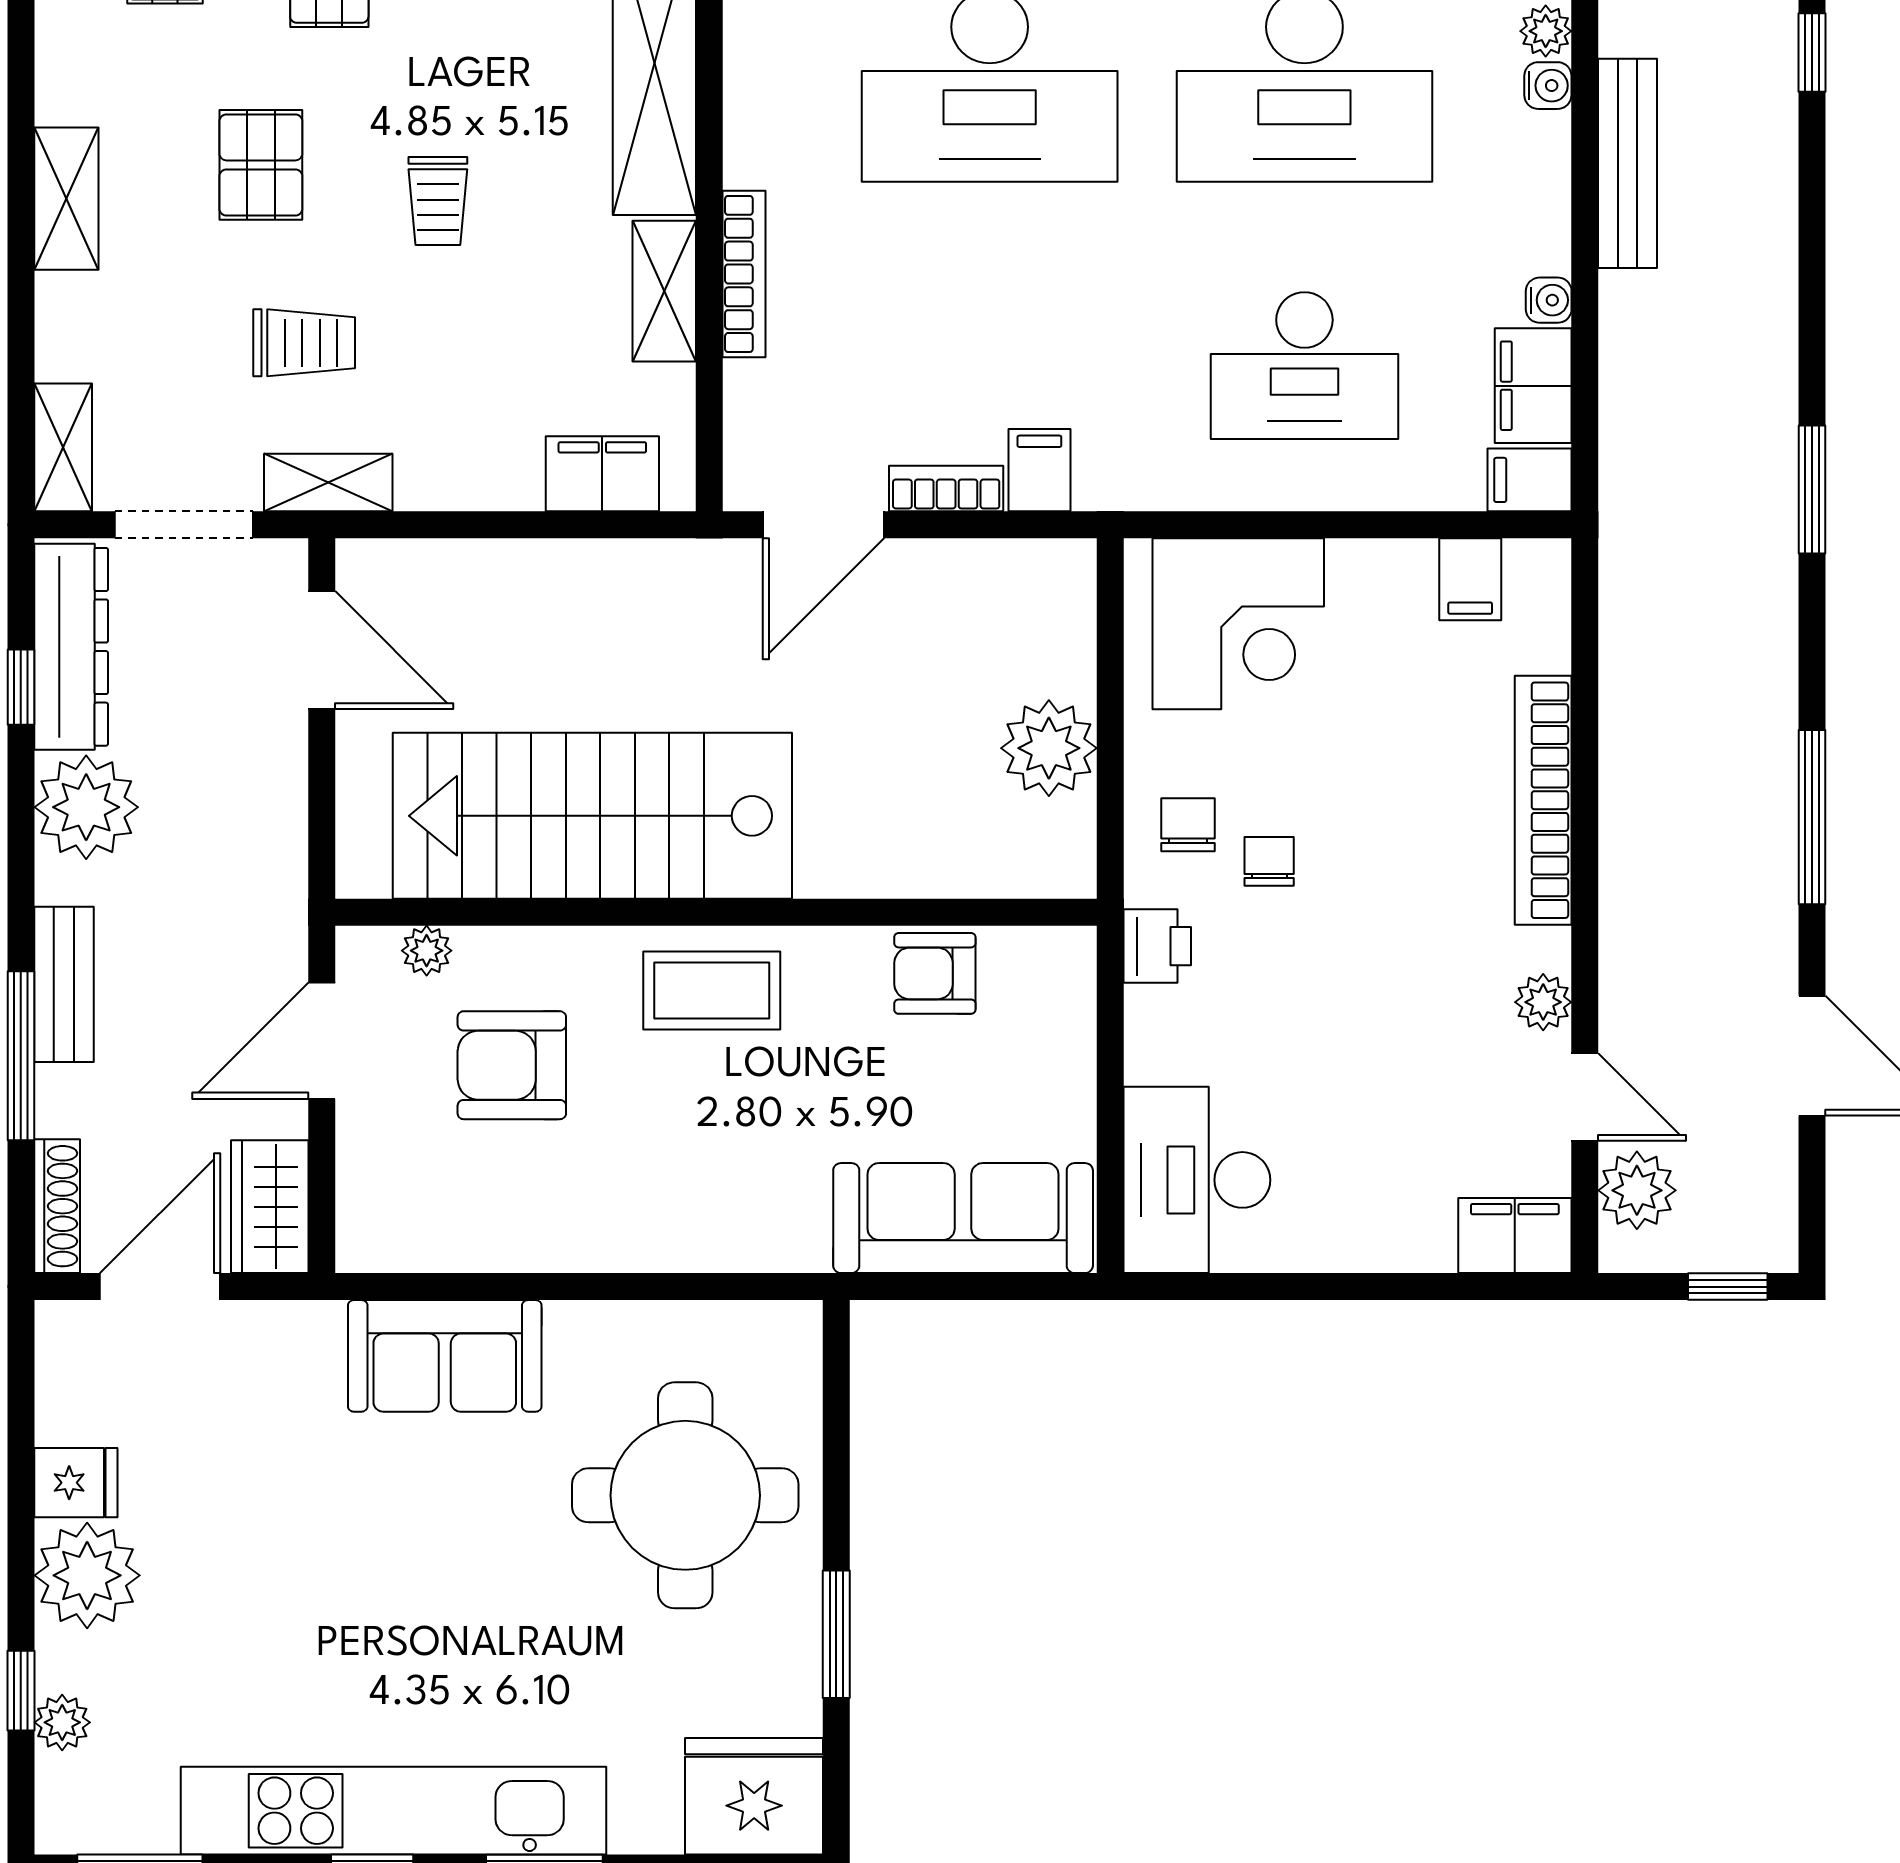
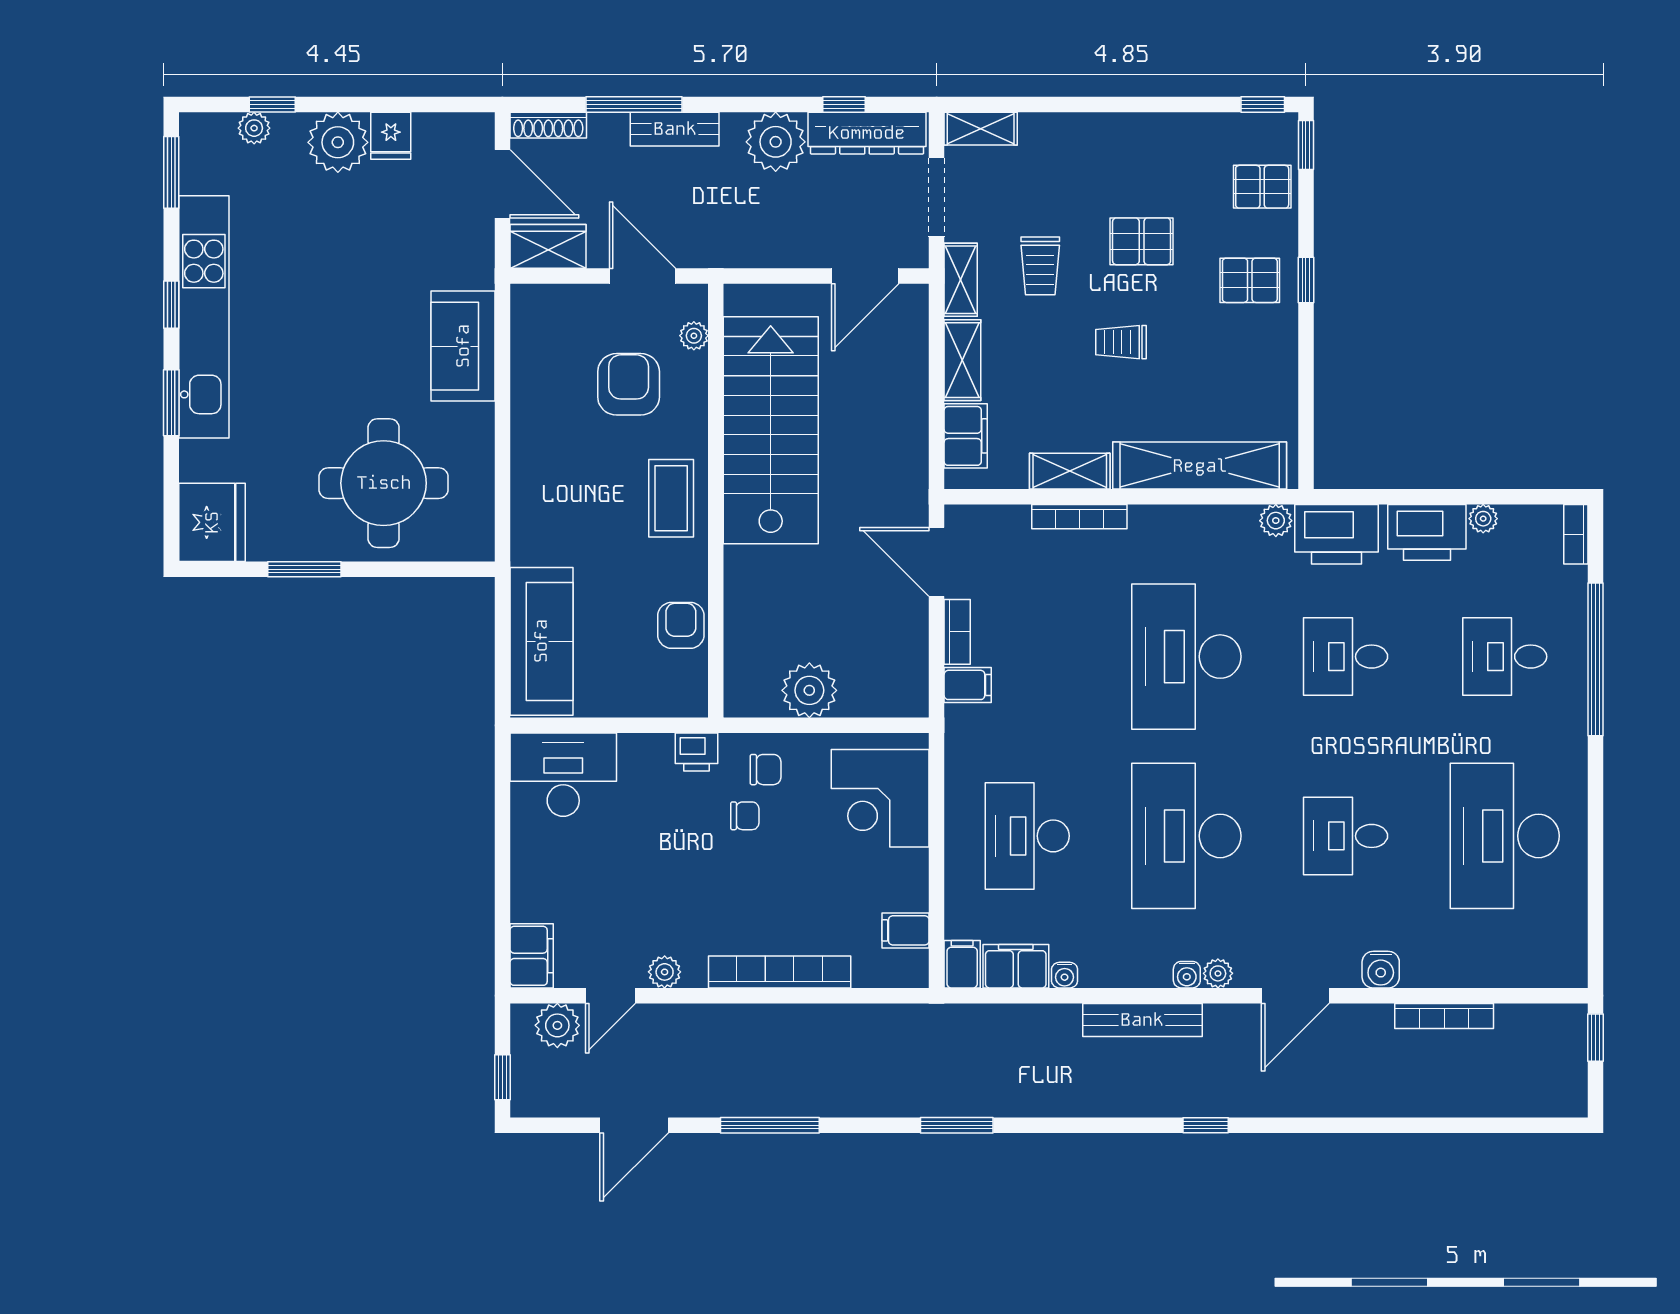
shelving: (66, 199) -> (962, 360), moved, turned 90

